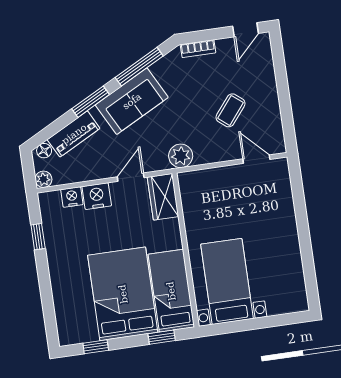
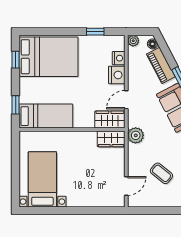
door: (131, 177) -> (126, 100), swing flipped
wardrobe: (191, 191) -> (111, 139), added
bed with nightstands: (227, 281) -> (42, 179), moved, turned -90
bed: (123, 294) -> (48, 57), moved

